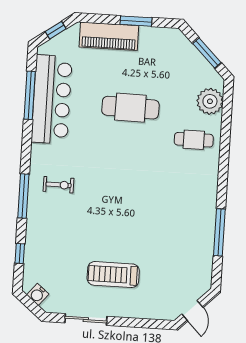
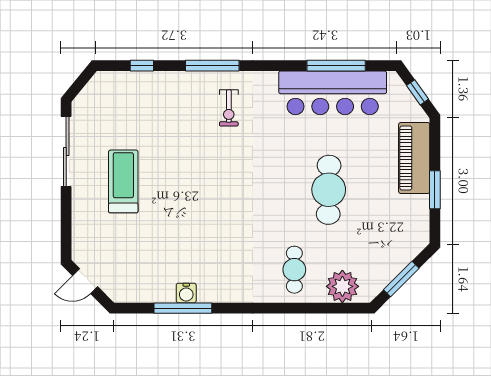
water cooler: (38, 294) -> (186, 293), moved, turned -130
sliding door: (86, 320) -> (66, 152), width x1.37

